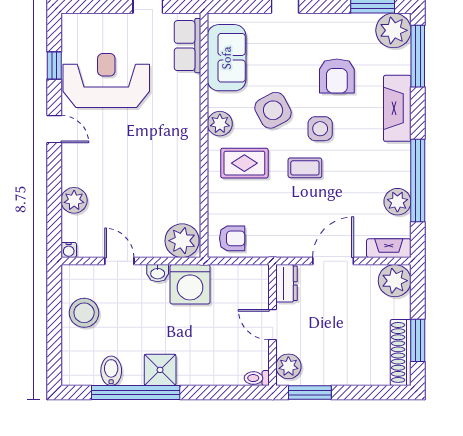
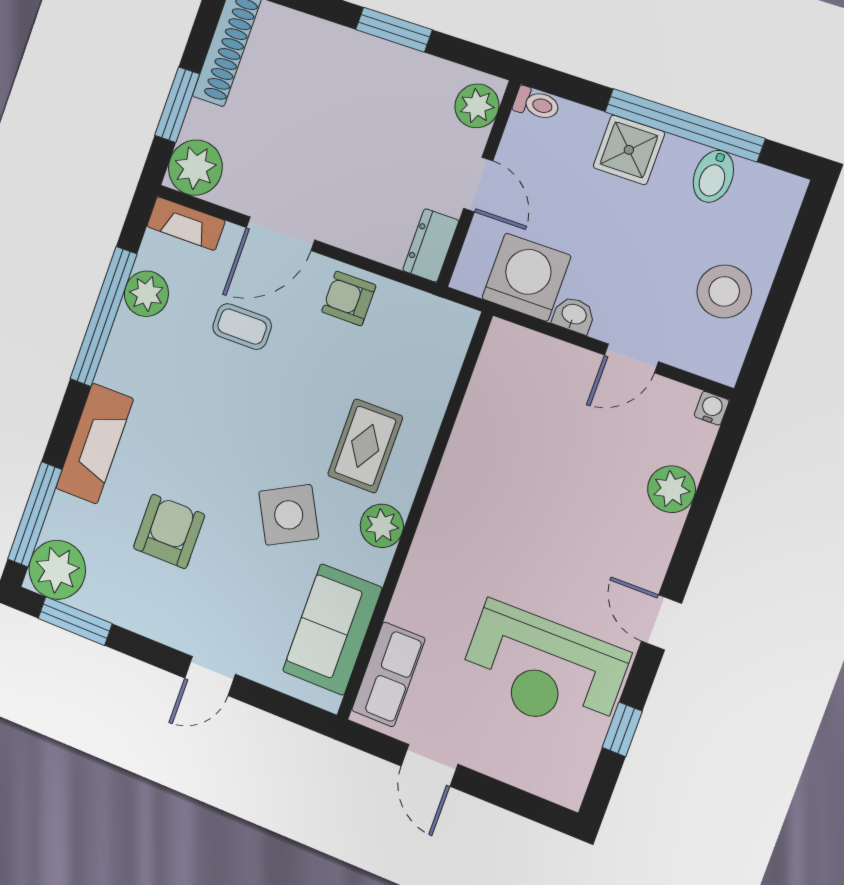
side table: (320, 129) -> (225, 456), removed
rug: (244, 163) -> (365, 446), turned 90
coffee table: (305, 168) -> (242, 327), moved
armchair: (232, 238) -> (349, 298), moved
plant: (182, 241) -> (513, 355), removed
door: (119, 261) -> (631, 358), hinge flipped
dresser: (287, 283) -> (431, 245), moved
door: (273, 325) -> (478, 185), moved
wall: (273, 325) -> (478, 184), moved
window: (418, 340) -> (177, 105), moved
plant: (288, 366) -> (477, 106), moved
toilet: (257, 378) -> (537, 104), moved

